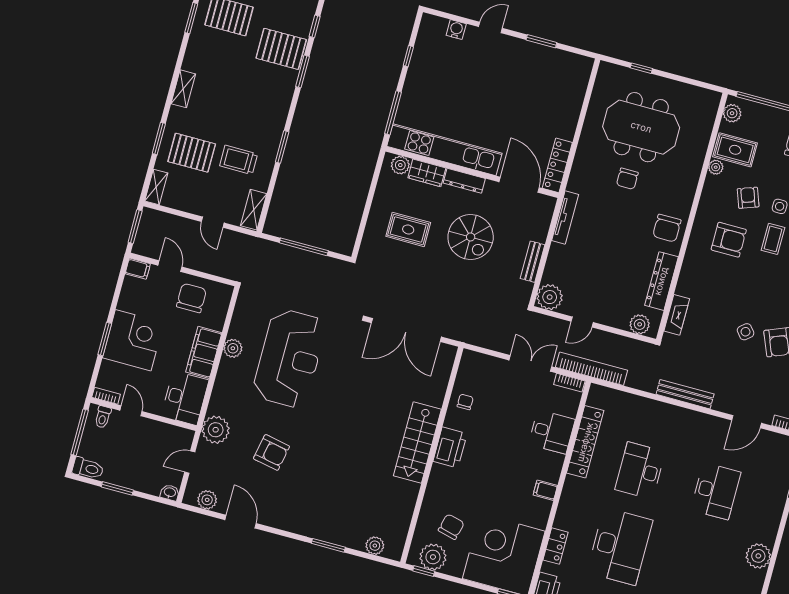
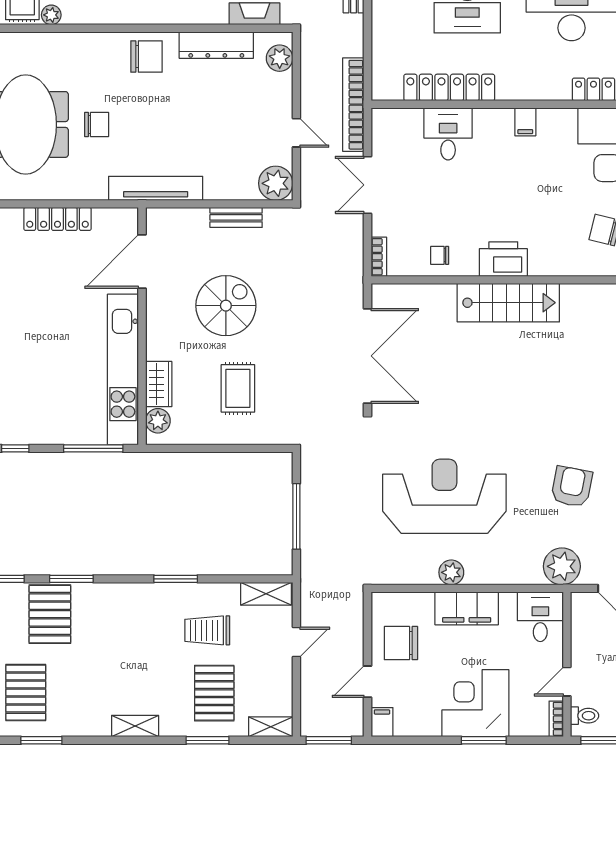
trolley: (239, 160) -> (207, 630), turned 90
locker: (557, 165) -> (57, 219), moved
dresser: (464, 181) -> (156, 333), removed
tv unit: (565, 217) -> (156, 188), width x1.36, depth x1.29
bookcase: (569, 383) -> (379, 257), moved
desk: (185, 398) -> (540, 617), width x0.73

